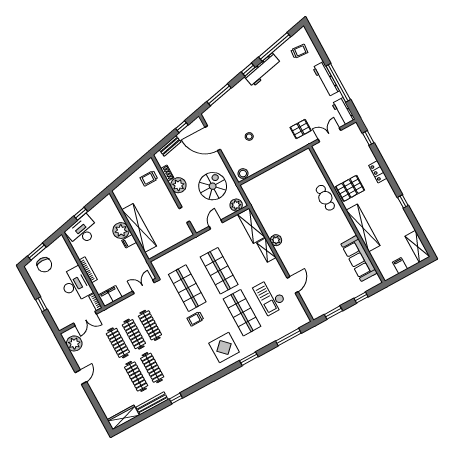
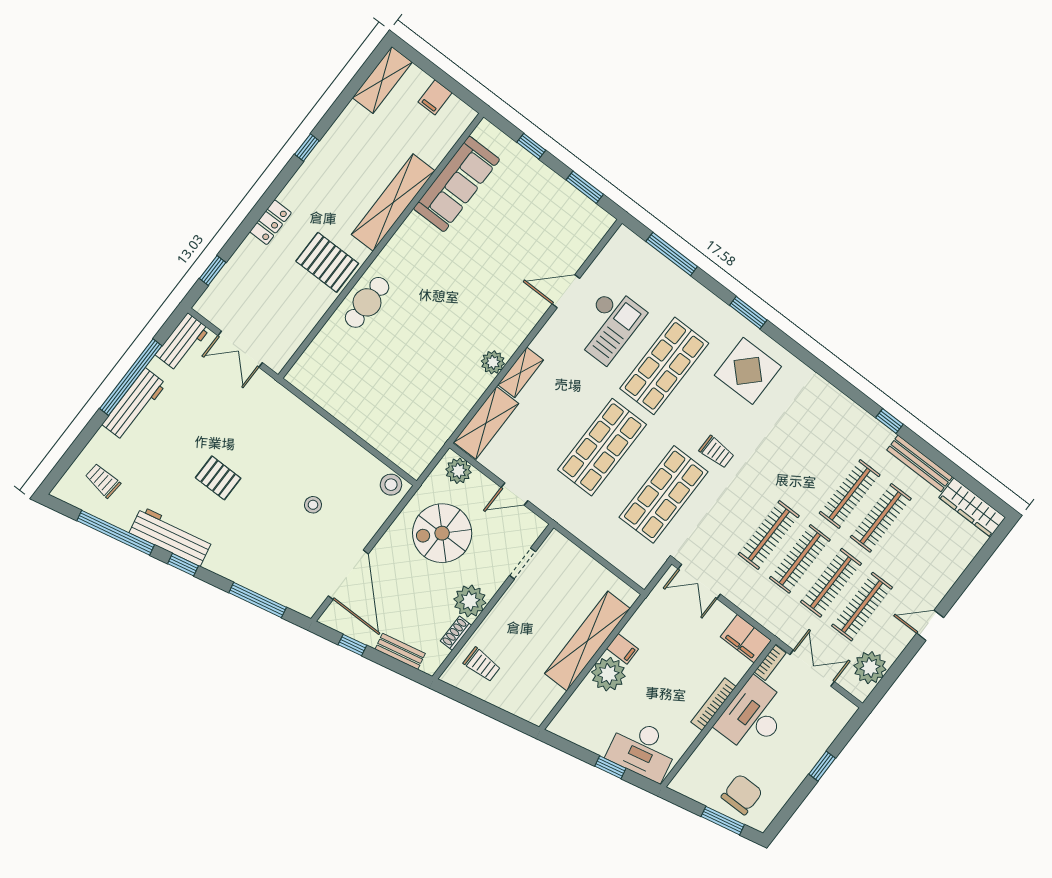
pallet: (301, 129) -> (218, 478), moved
clothes rail: (102, 352) -> (862, 607), added

